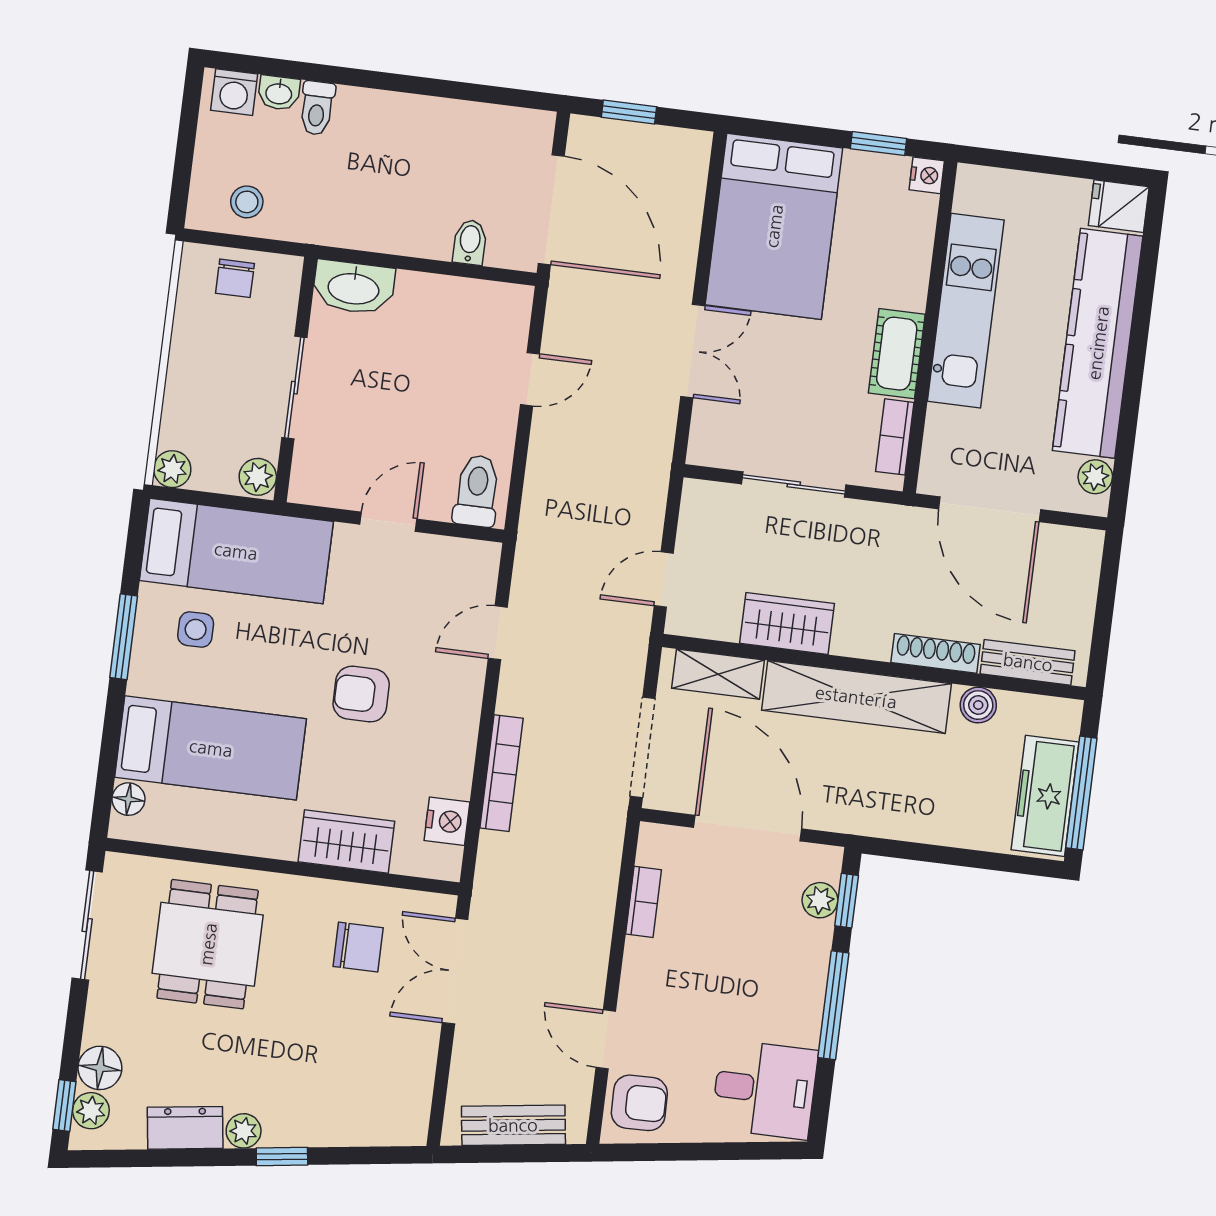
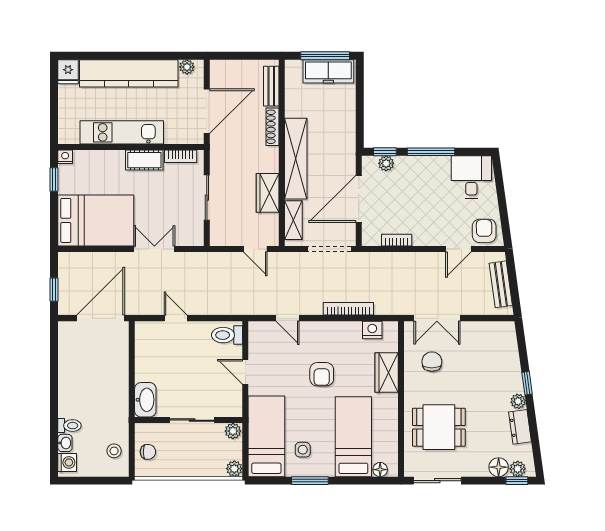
bidet: (470, 242) -> (119, 352), removed
boiler: (978, 705) -> (293, 105), removed

